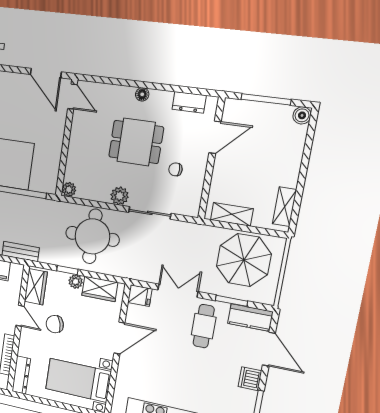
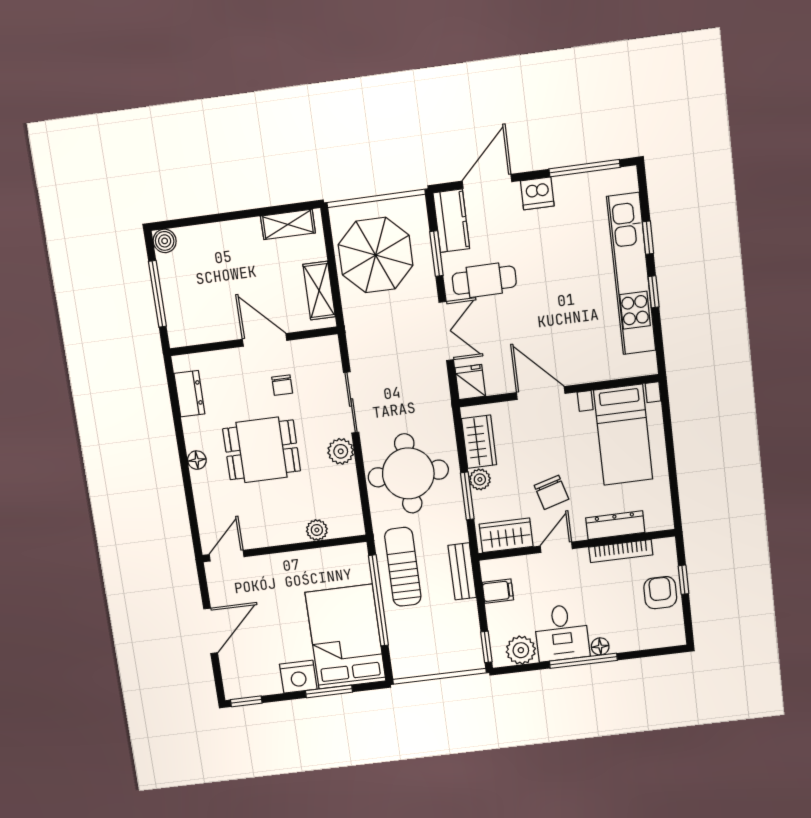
door: (46, 73) -> (211, 631), moved
door: (215, 137) -> (265, 340), moved
dining table: (136, 142) -> (262, 450), turned 90
plant: (69, 190) -> (317, 530), moved
sun lounger: (34, 214) -> (403, 567), added
window: (67, 270) -> (467, 496), width x1.50
double door: (178, 291) -> (446, 331), swing flipped
dresser: (21, 375) -> (615, 525), moved

